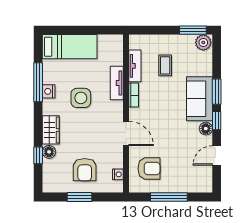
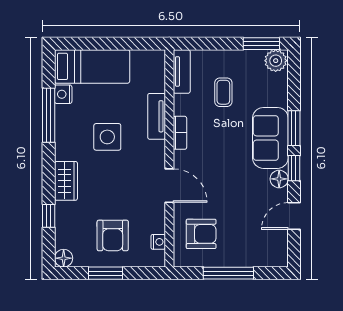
tv unit: (135, 66) -> (182, 71), moved
nightstand: (49, 91) -> (63, 94), moved
floor lamp: (49, 152) -> (64, 258), moved

